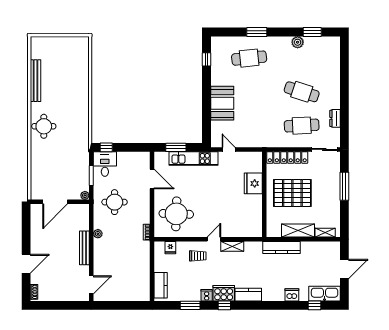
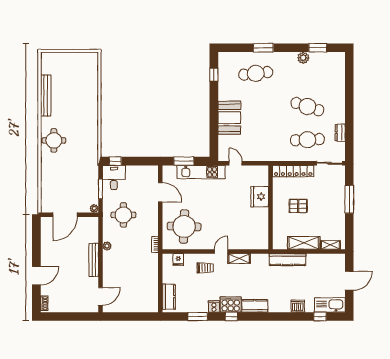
pallet: (292, 193) -> (298, 206), width x0.49, depth x0.50

